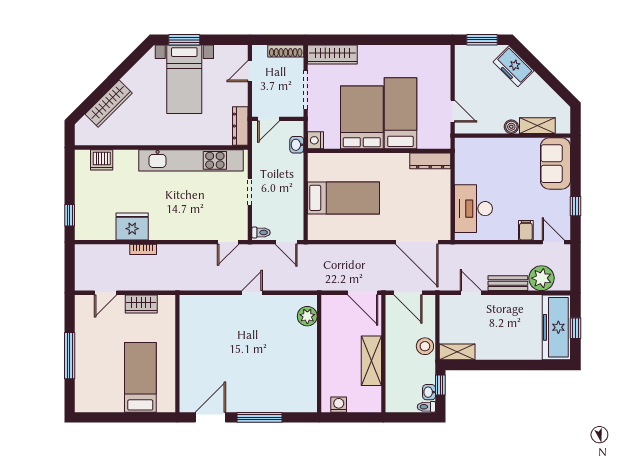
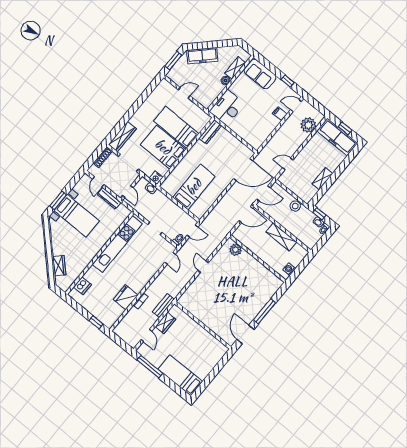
freezer: (514, 66) -> (202, 56), width x1.40
wardrobe: (109, 104) -> (59, 266), width x0.67
door: (453, 111) -> (184, 93), moved
dresser: (240, 126) -> (109, 198), moved
desk: (473, 209) -> (227, 107), moved, turned 90
bench: (508, 283) -> (163, 306), moved
shelving: (457, 352) -> (322, 179), moved
window: (70, 356) -> (150, 367), moved
bed: (140, 377) -> (180, 375), moved

